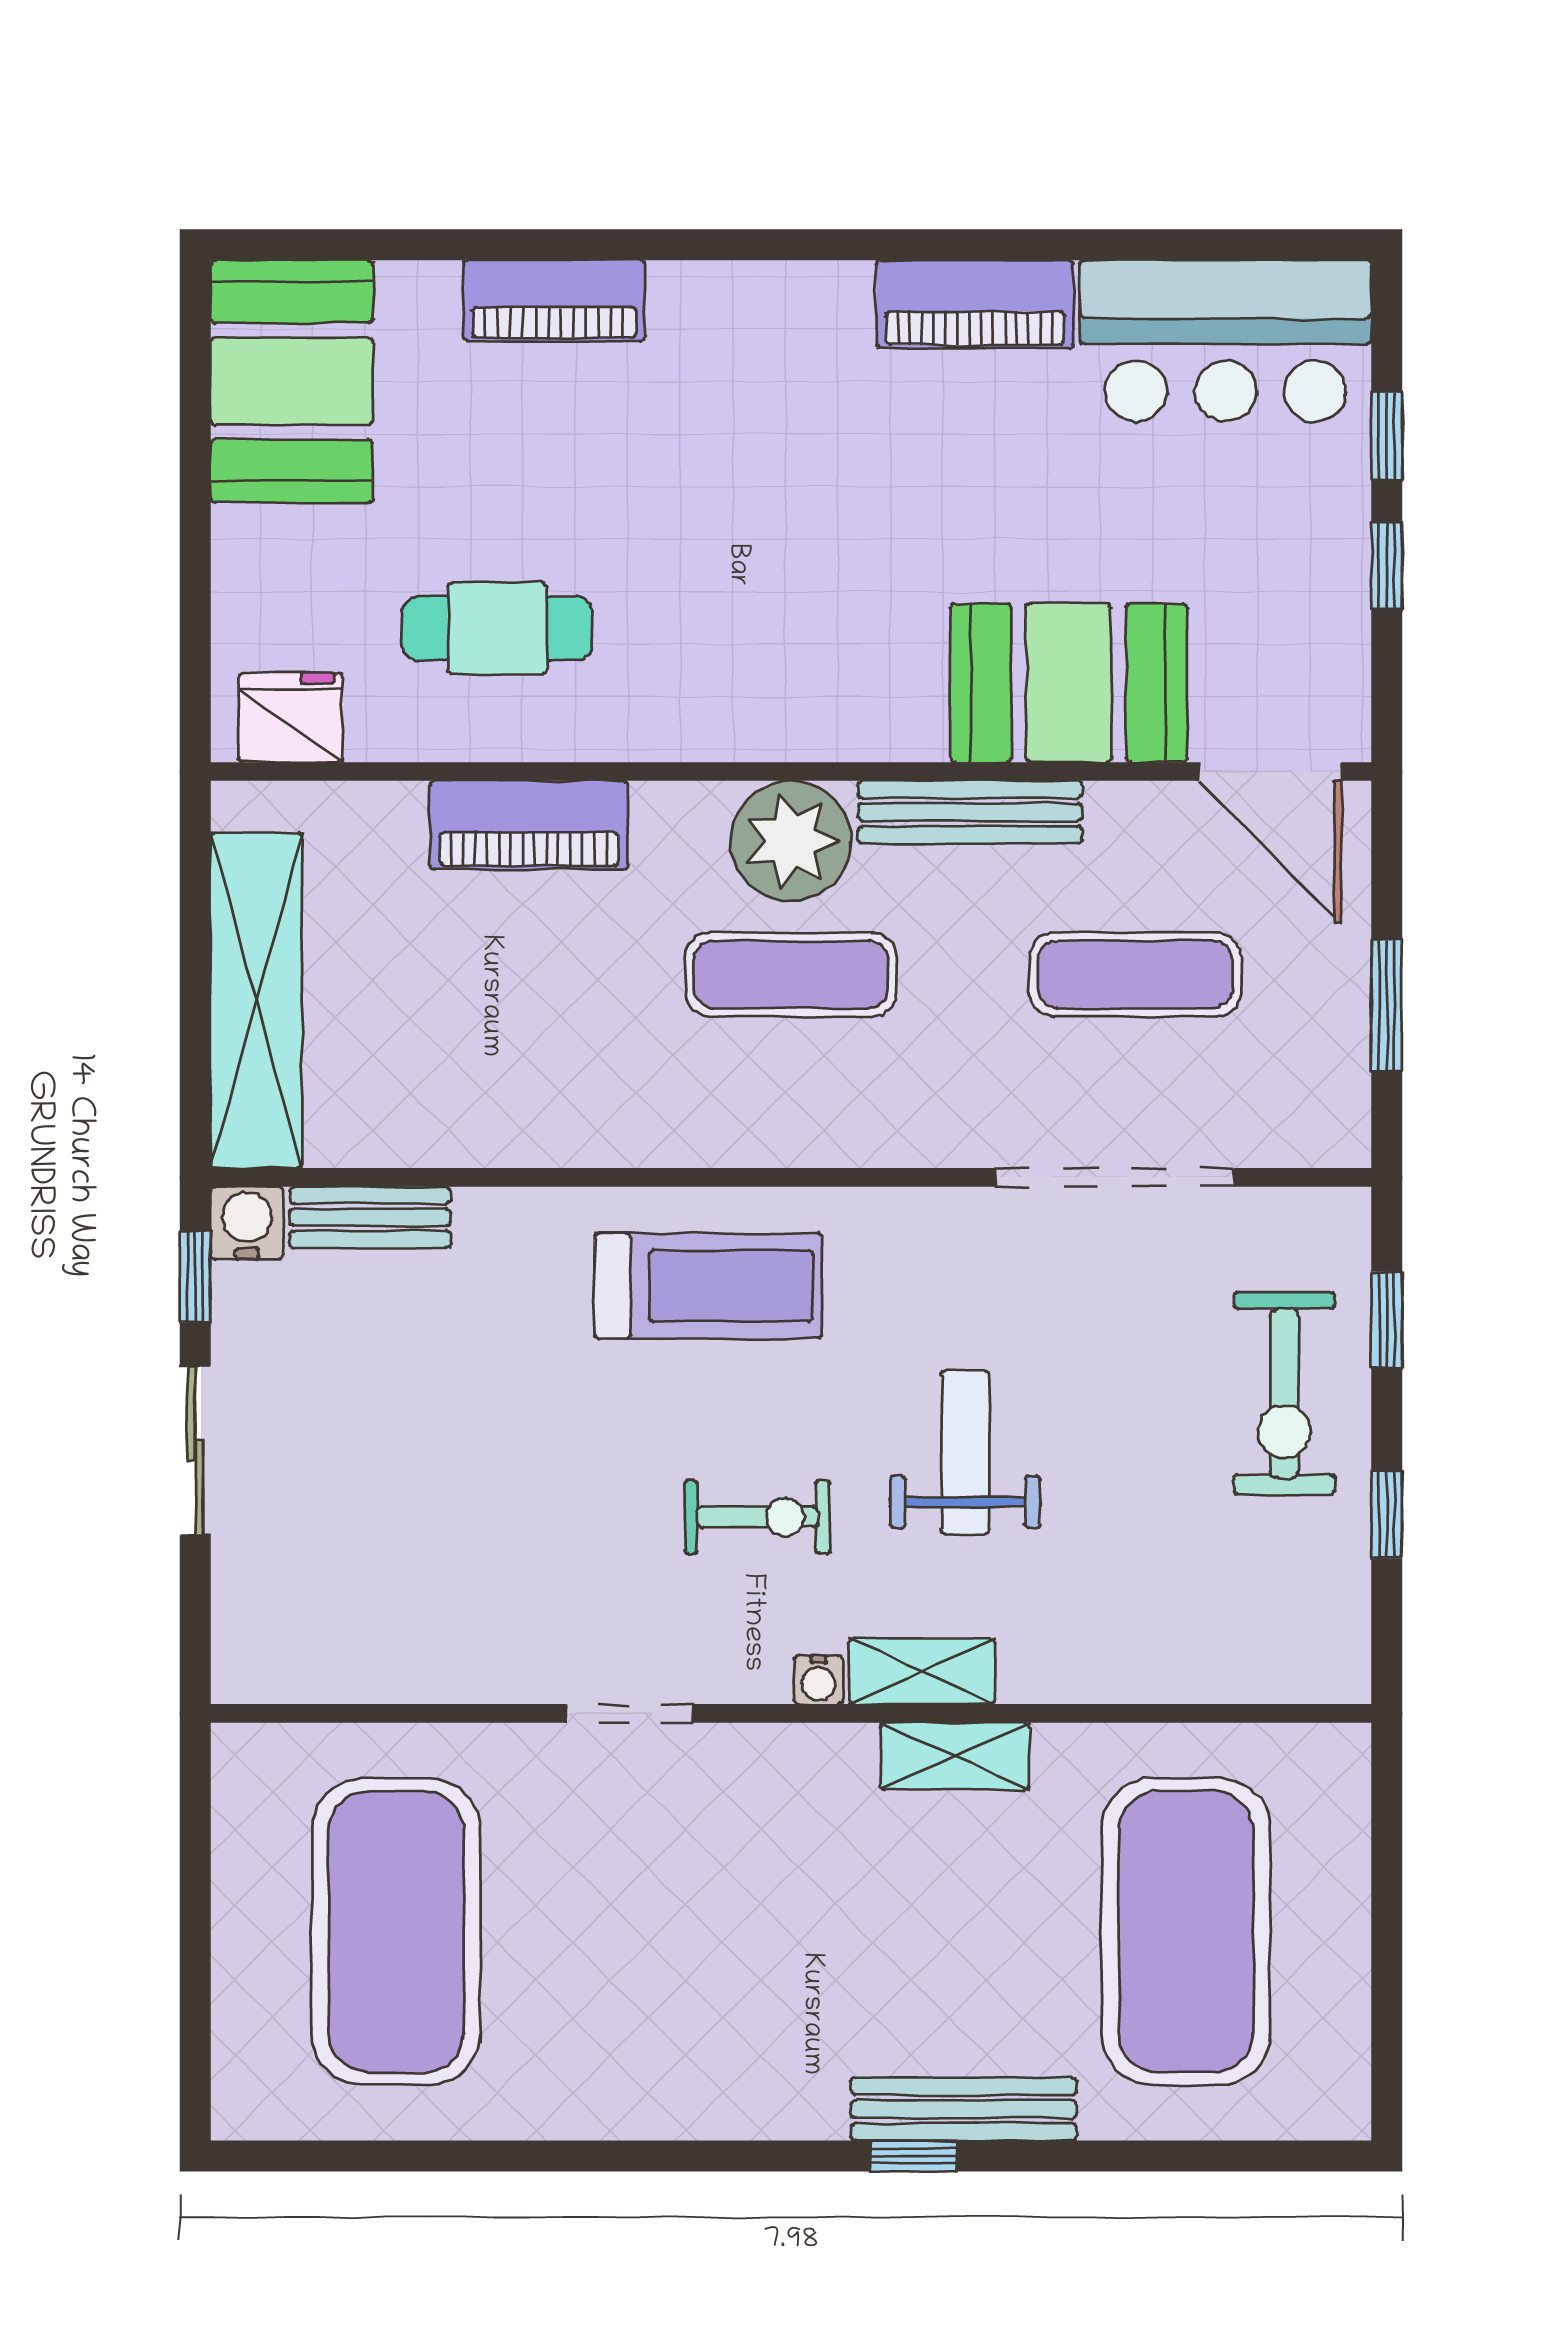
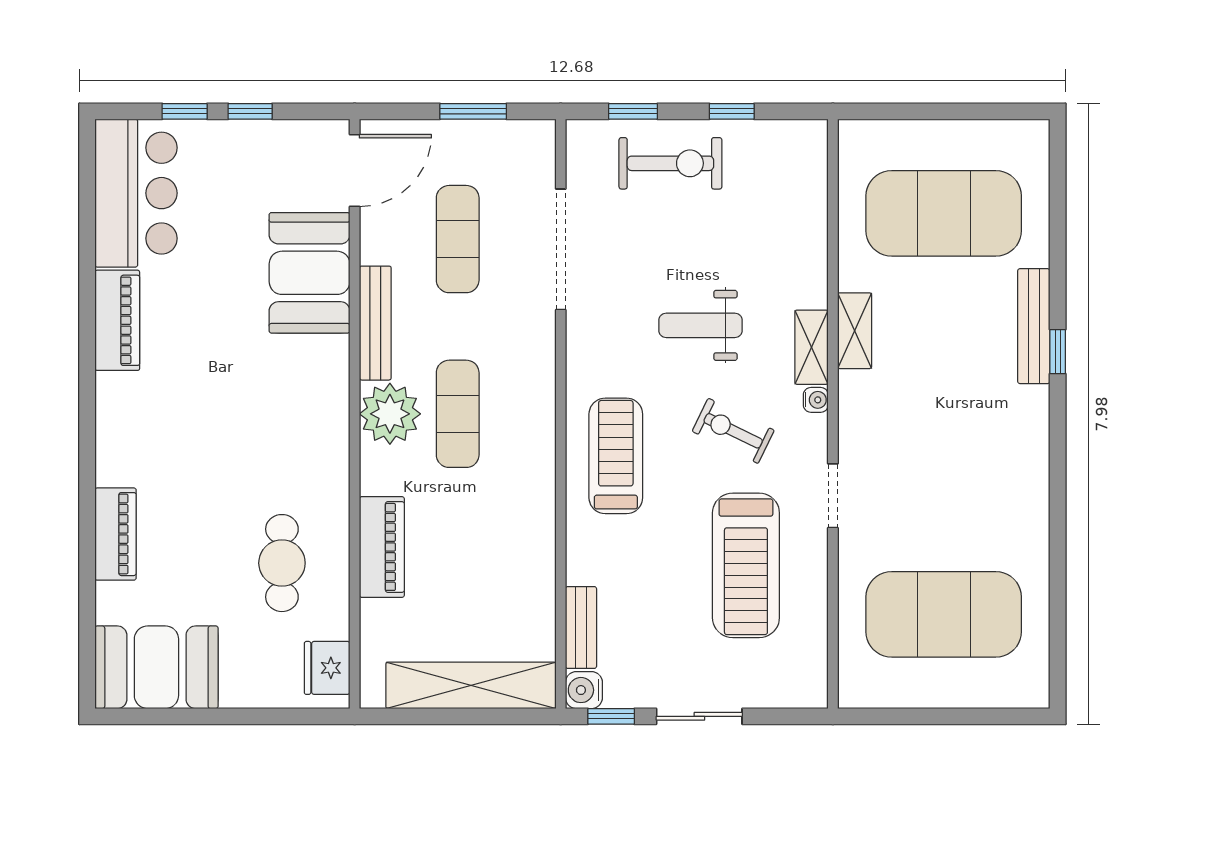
exercise bike: (758, 1517) -> (733, 431), turned -64
treadmill: (493, 1542) -> (746, 565), added

